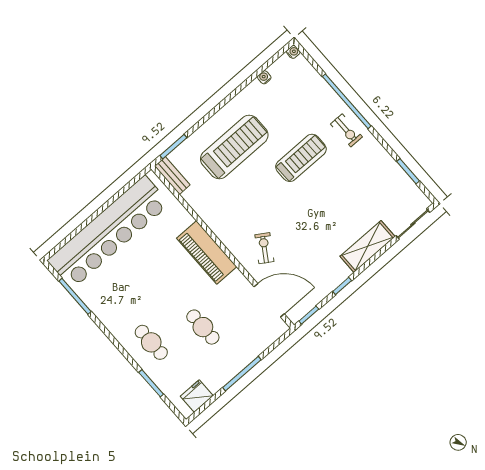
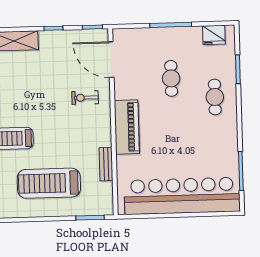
bench: (172, 175) -> (106, 164), moved
exercise bike: (264, 248) -> (85, 98), turned 57

